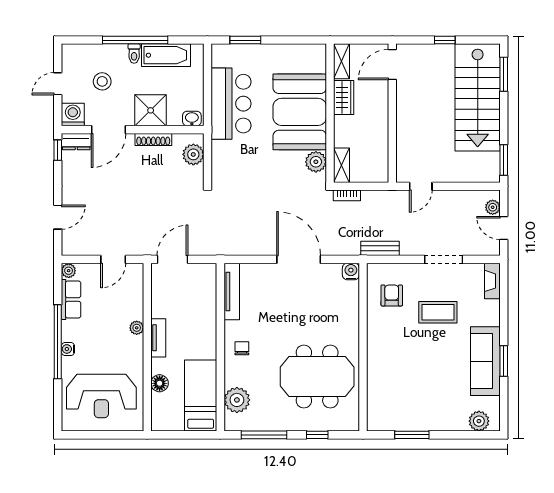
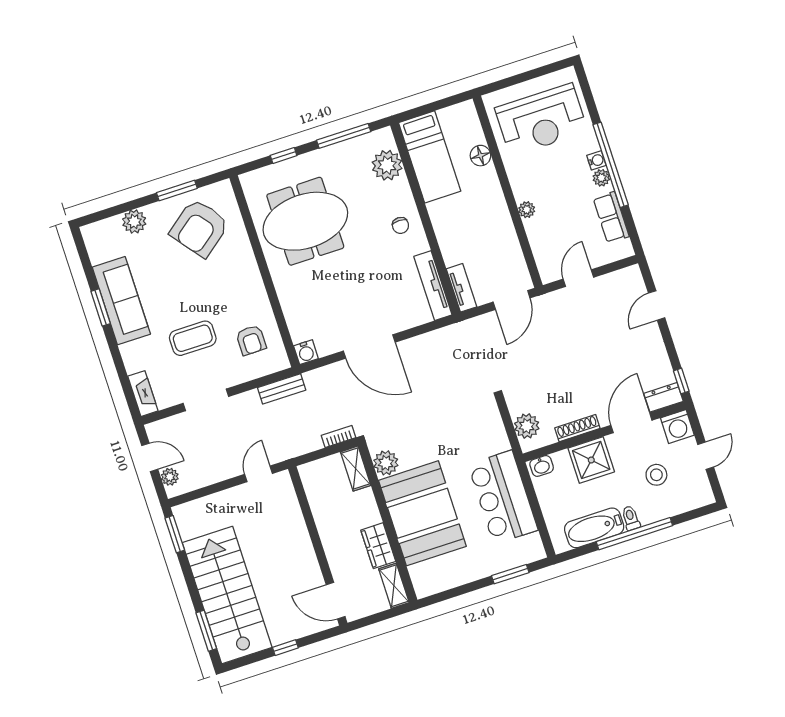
door: (392, 65) -> (336, 601), swing flipped
plant: (69, 271) -> (601, 178), moved
tv unit: (158, 338) -> (462, 288), moved, turned 180
reception desk: (101, 396) -> (541, 120), turned 180
armchair: (404, 399) -> (199, 228), added
plant: (479, 421) -> (134, 222), moved

